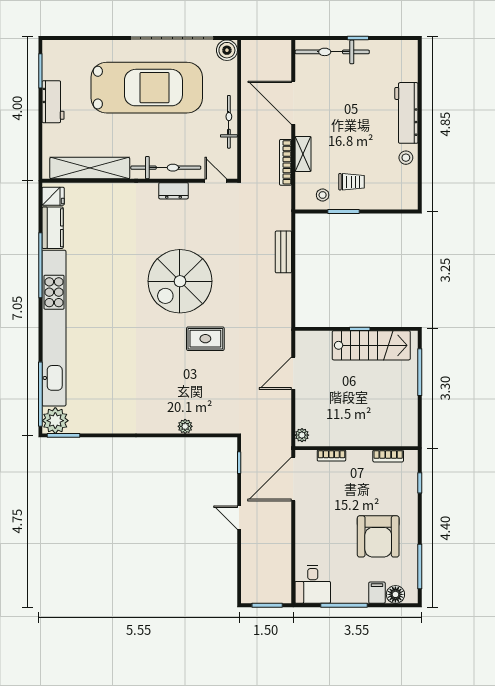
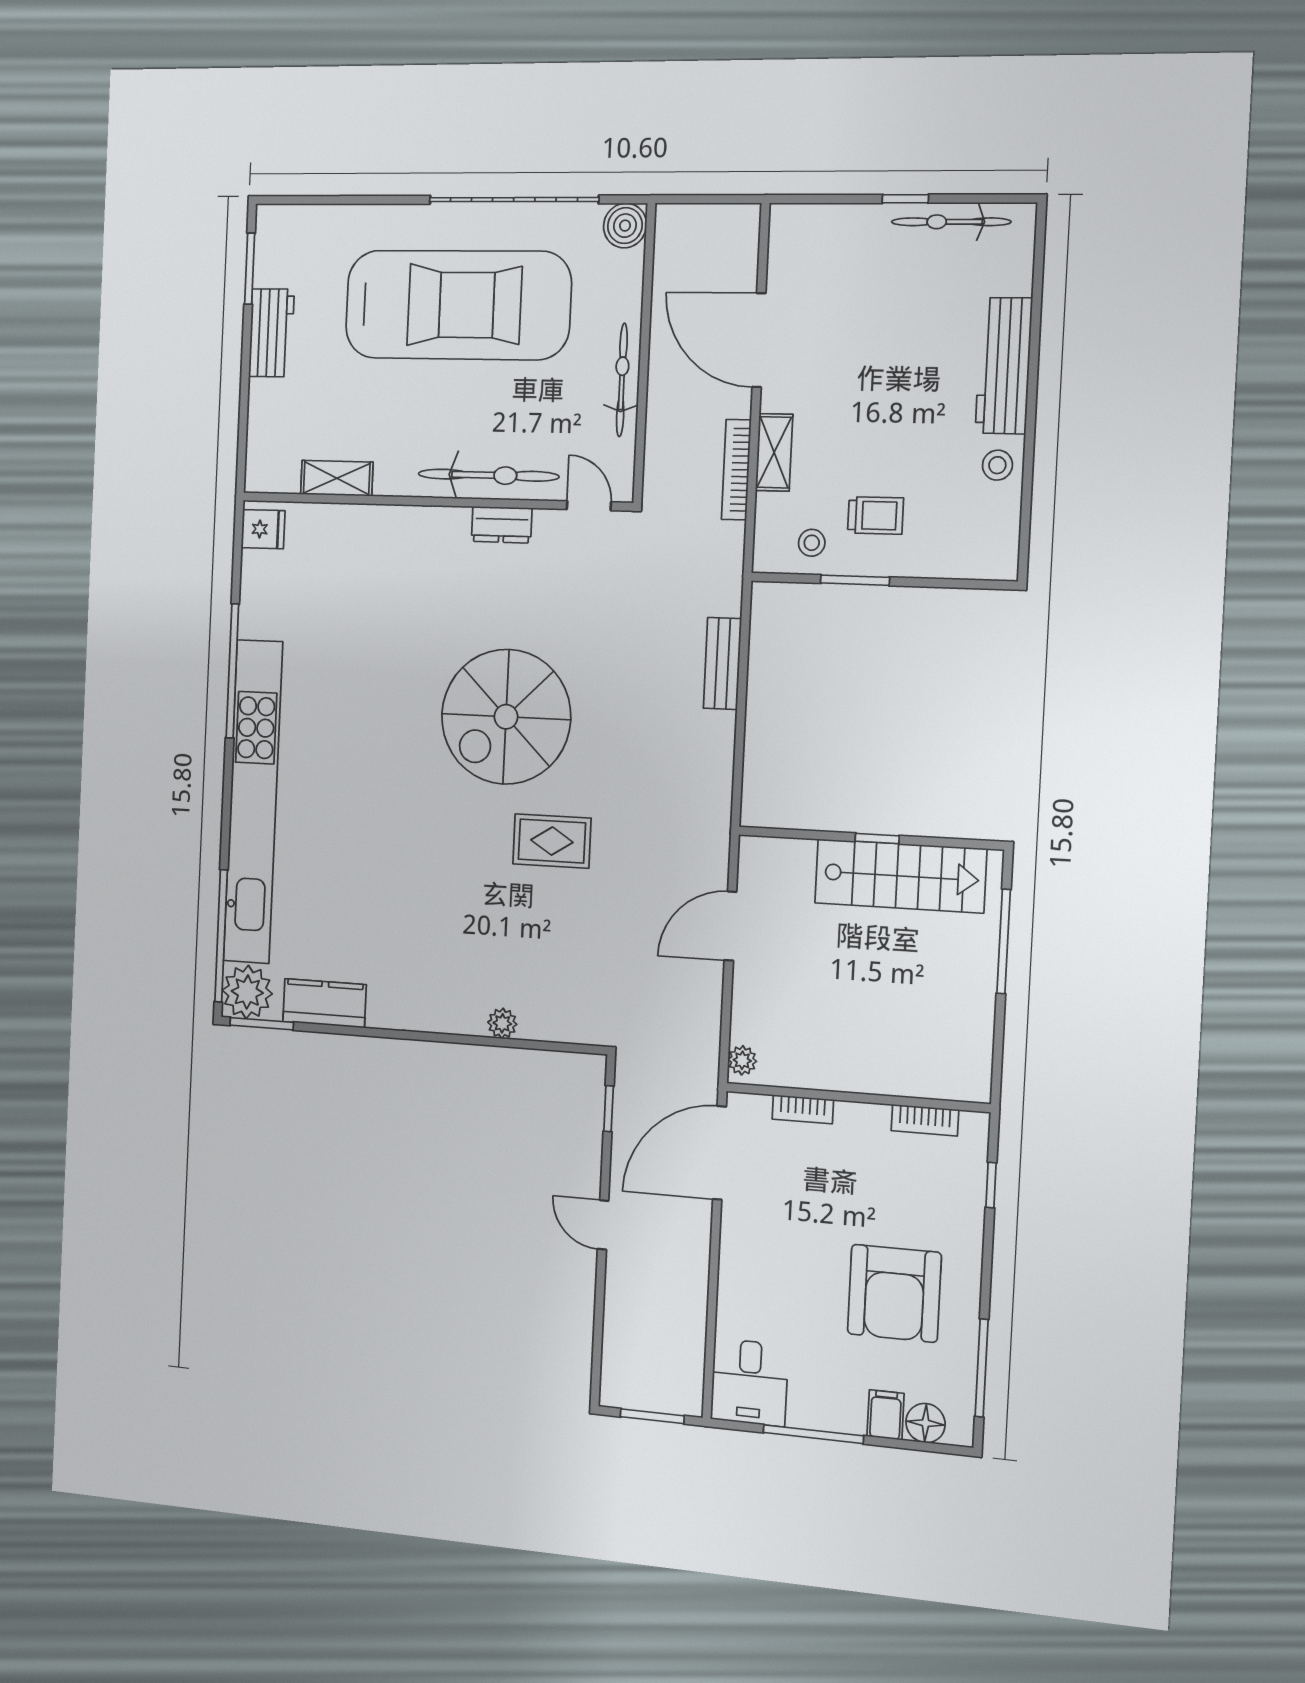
bicycle: (332, 52) -> (951, 222), moved, width x0.73, depth x0.71
shelving: (90, 168) -> (337, 478), width x0.45, depth x0.75
kitchen counter: (53, 228) -> (324, 1003), moved, turned -90

